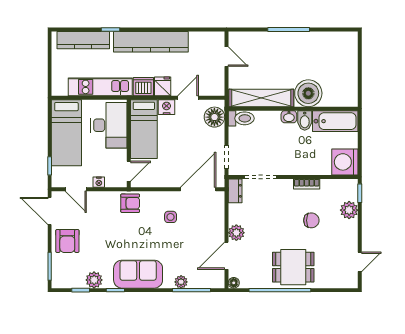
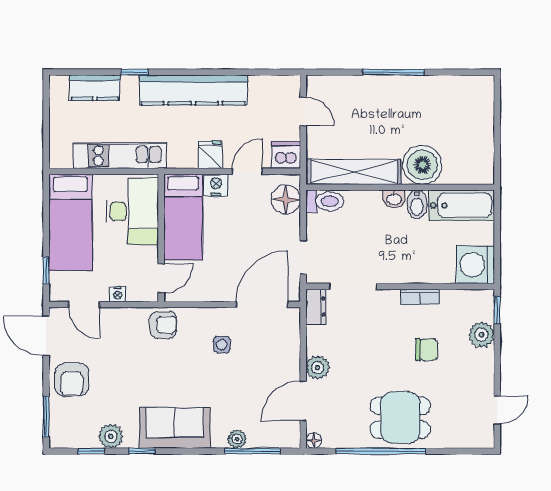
kitchen counter: (83, 40) -> (95, 88), width x0.67
dishwasher: (143, 87) -> (286, 155), moved

